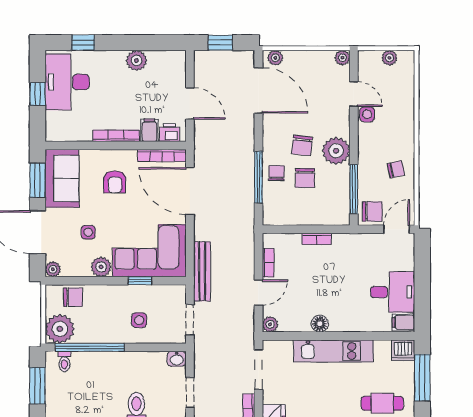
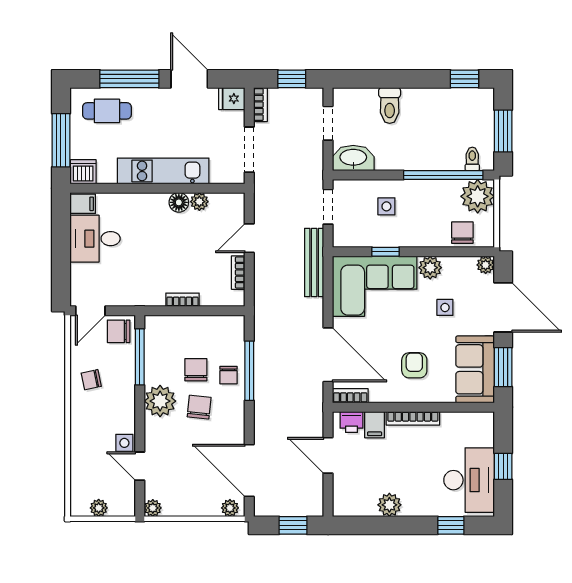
bookcase: (162, 155) -> (350, 396), width x0.64
chair: (73, 297) -> (462, 233), turned 90
plant: (270, 324) -> (199, 202), moved
washbasin: (177, 359) -> (353, 158), width x1.91, depth x1.45

